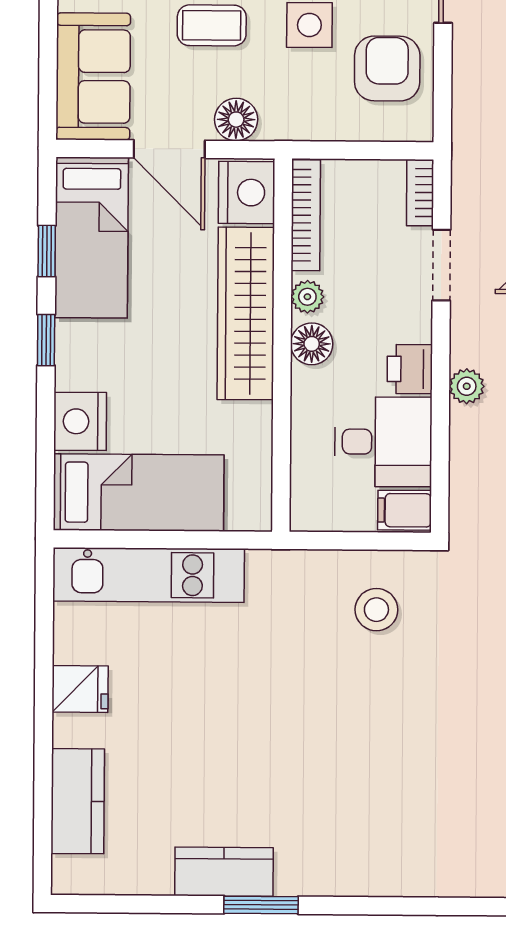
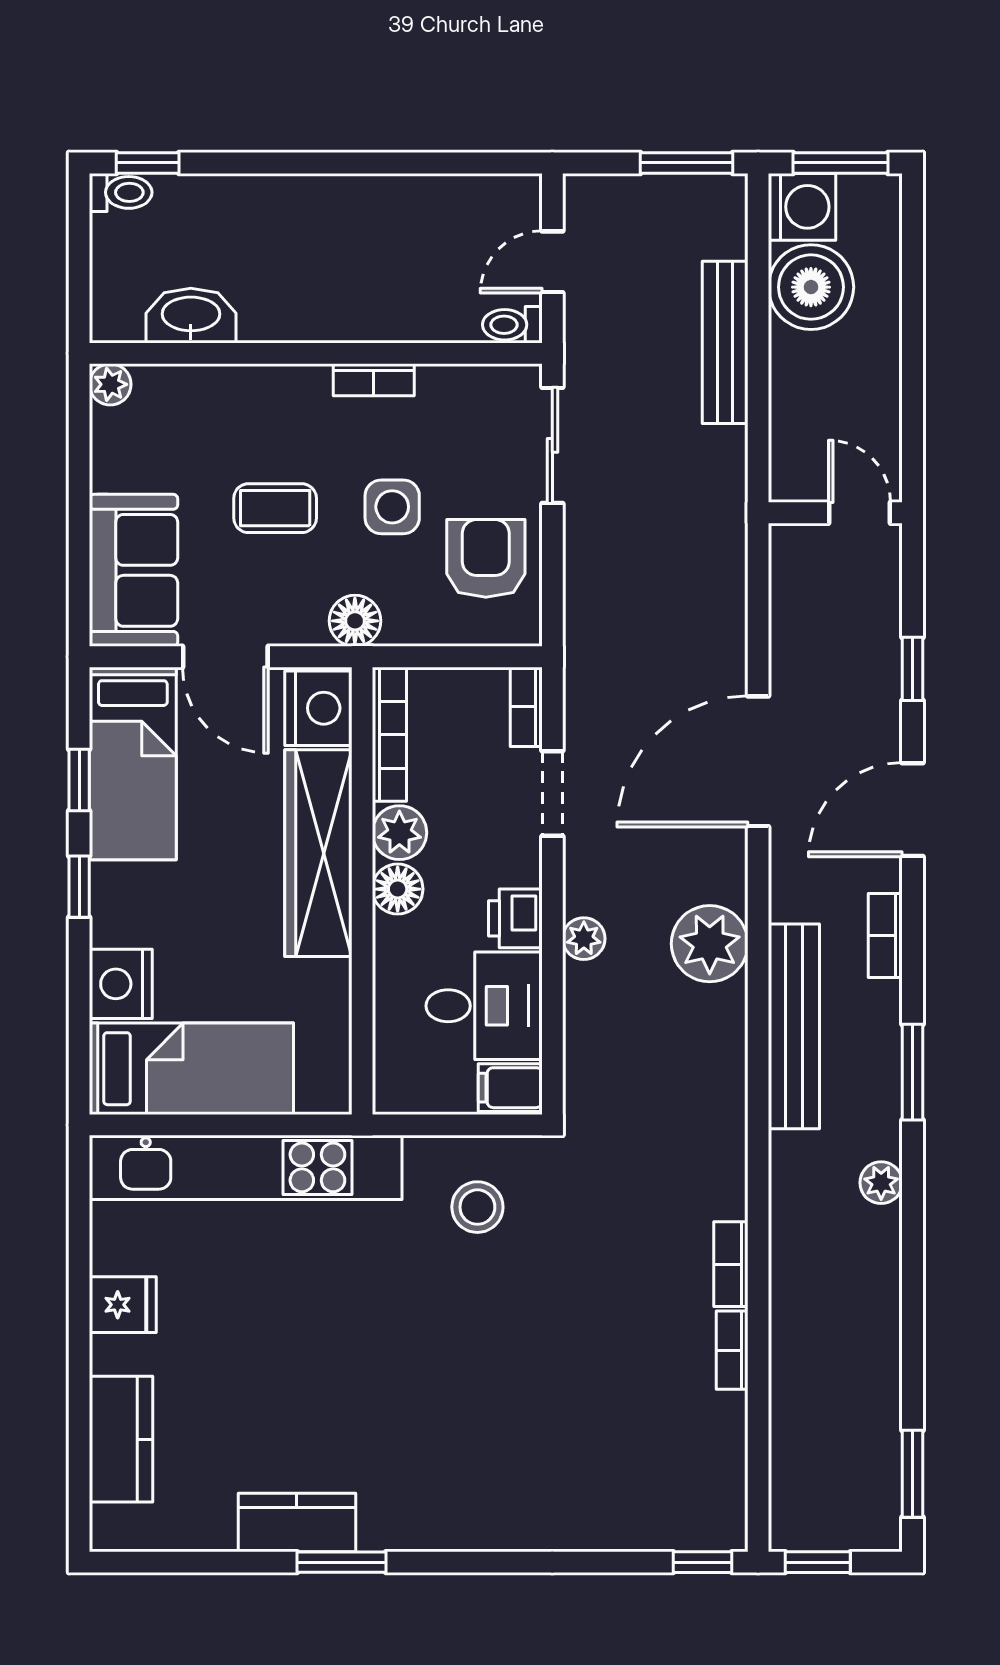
floor lamp: (236, 120) -> (355, 621), moved
plant: (307, 297) -> (399, 833), width x1.38, depth x1.38
kitchen unit: (149, 575) -> (246, 1167), width x1.36

